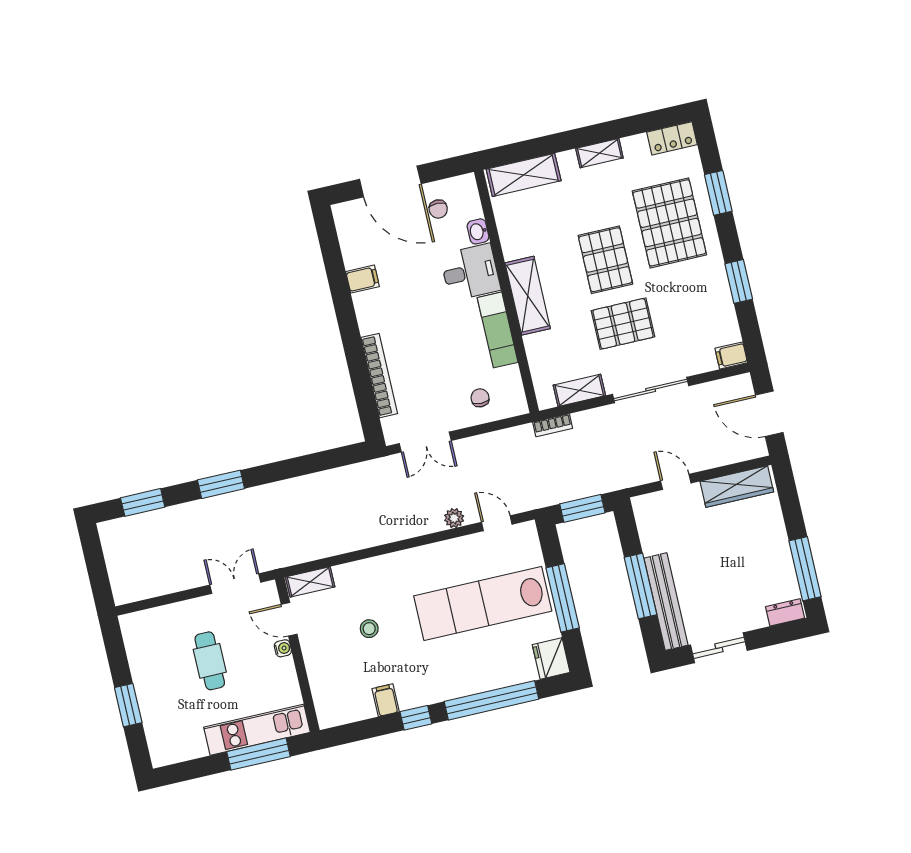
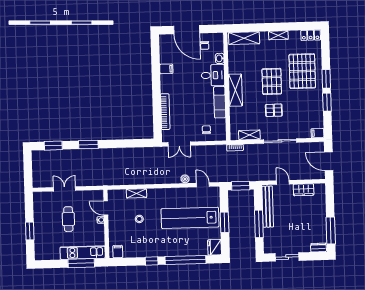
window: (718, 193) -> (326, 79), moved
pallet: (623, 324) -> (274, 110), width x0.67, depth x0.71
wardrobe: (737, 487) -> (304, 190), width x0.67
shelving: (310, 582) -> (136, 193), moved
double door: (235, 584) -> (64, 189), moved
window: (563, 598) -> (225, 222), width x0.69
bench: (666, 602) -> (268, 207), moved
filing cabinet: (386, 700) -> (118, 252), moved

